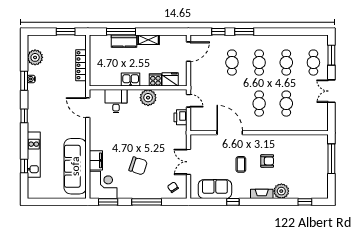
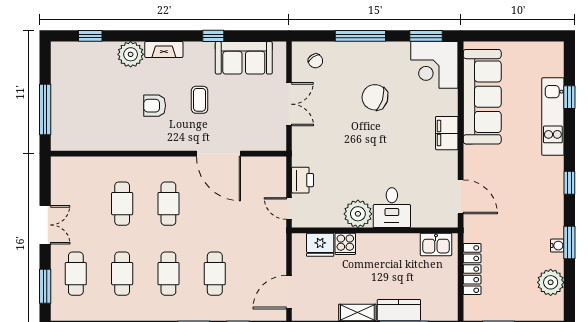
kitchen sink: (131, 80) -> (436, 244), moved
desk: (116, 101) -> (392, 208), moved
filing cabinet: (96, 160) -> (447, 133), moved

